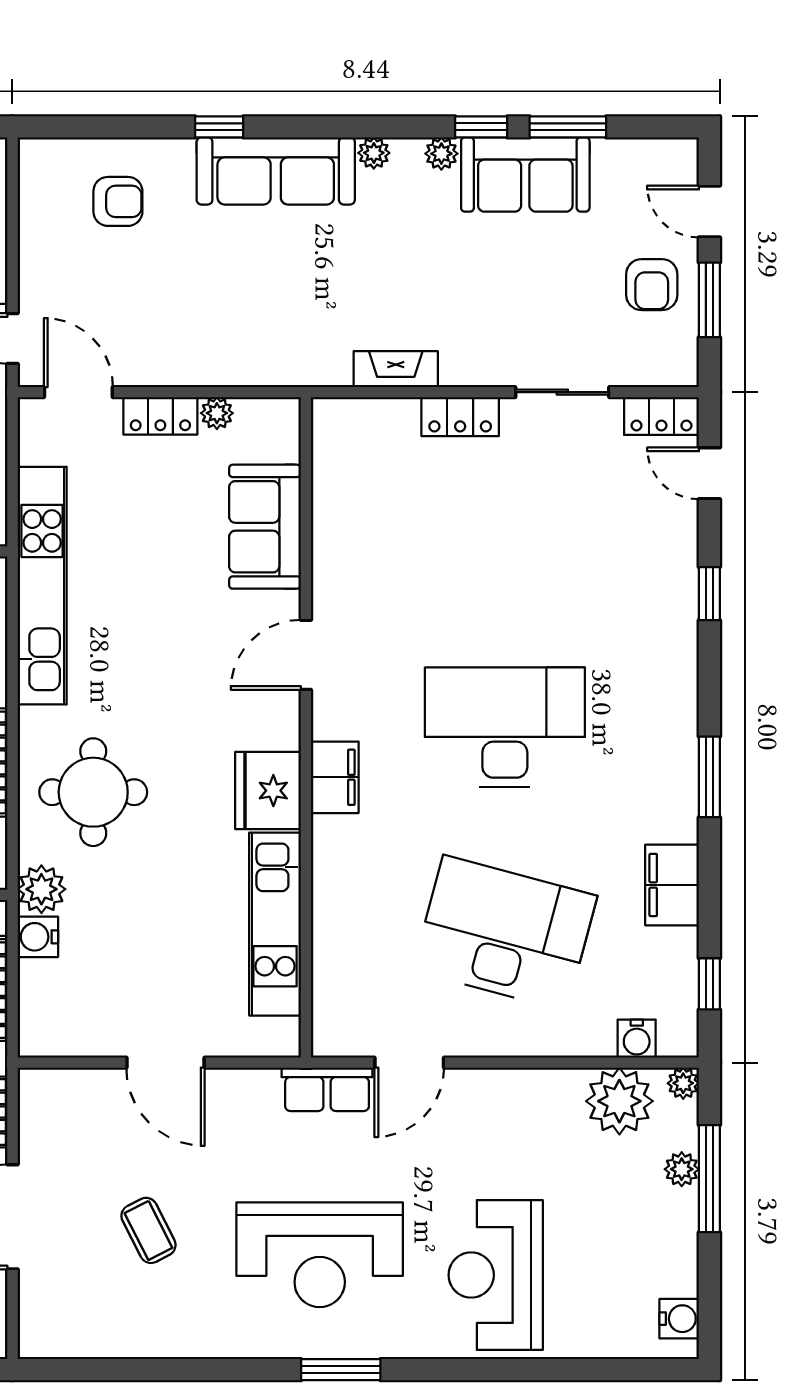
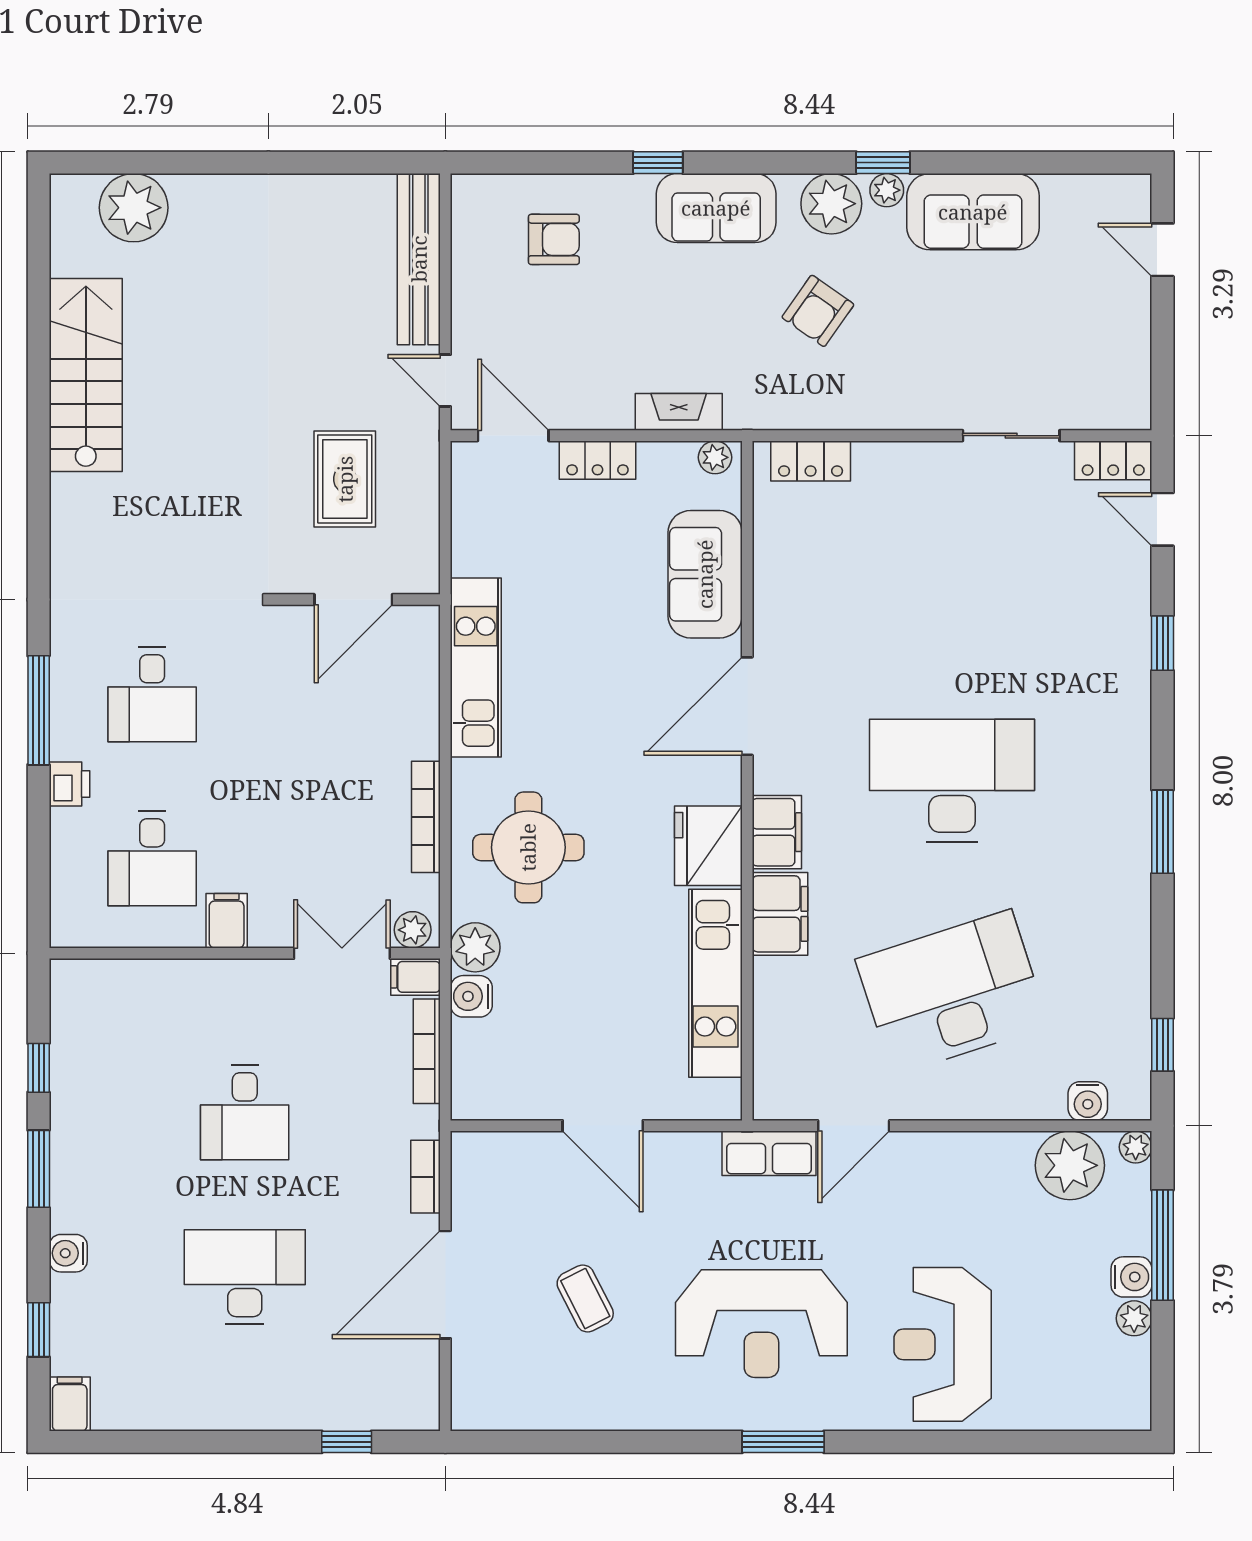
window: (481, 127) -> (883, 163), moved
window: (568, 127) -> (1017, 163), removed
plant: (374, 153) -> (831, 204), width x1.88, depth x1.88
sofa: (276, 171) -> (716, 208), width x0.73
armchair: (652, 285) -> (818, 311), moved, turned 35
window: (709, 300) -> (1163, 341), removed
fireplace: (396, 369) -> (679, 412), moved
plant: (217, 413) -> (715, 457), moved
locker: (460, 417) -> (811, 461), moved
kitchen unit: (42, 586) -> (476, 667), width x0.73
door: (306, 655) -> (747, 706), width x1.36
filing cabinet: (672, 885) -> (780, 914), moved, turned 180
desk: (505, 933) -> (952, 992), turned -33
plant: (682, 1169) -> (1134, 1318), moved
water cooler: (679, 1319) -> (1131, 1277), moved

